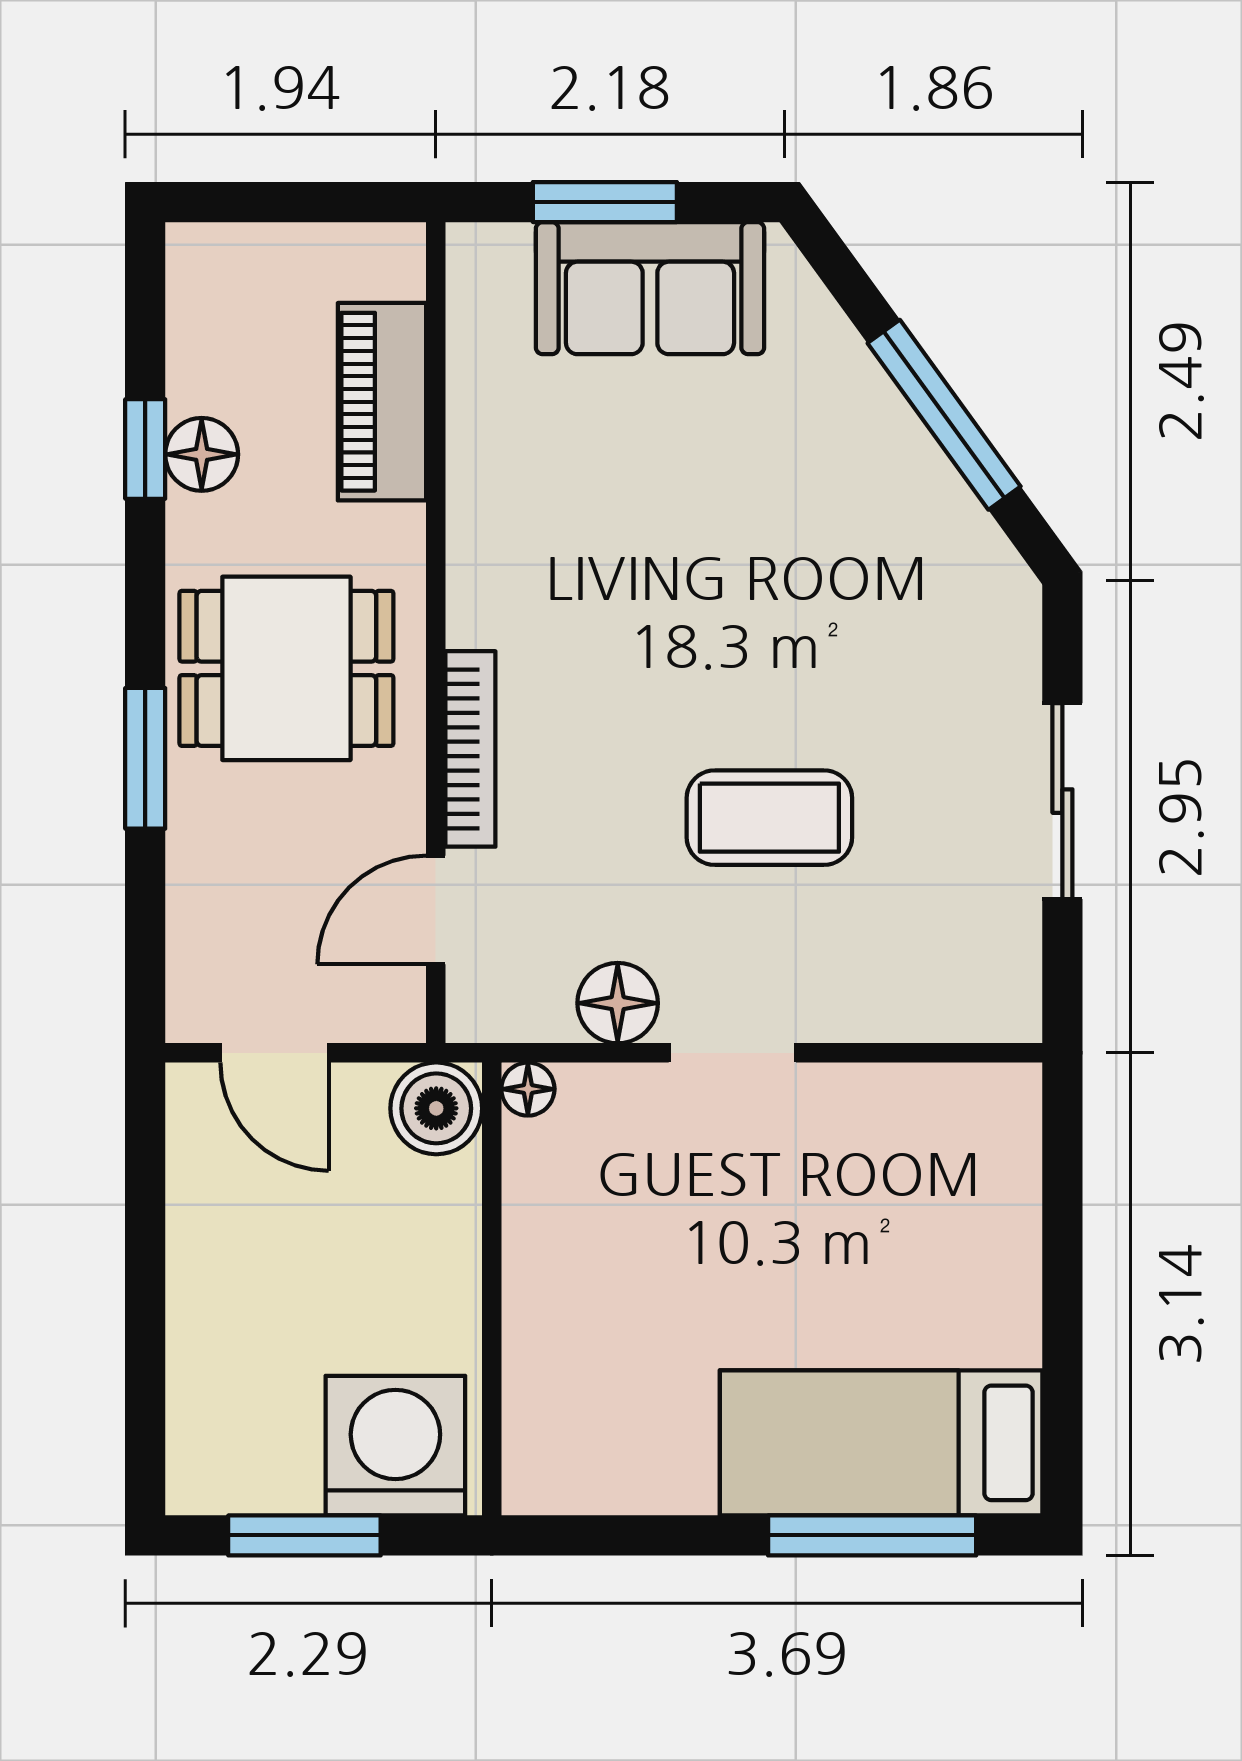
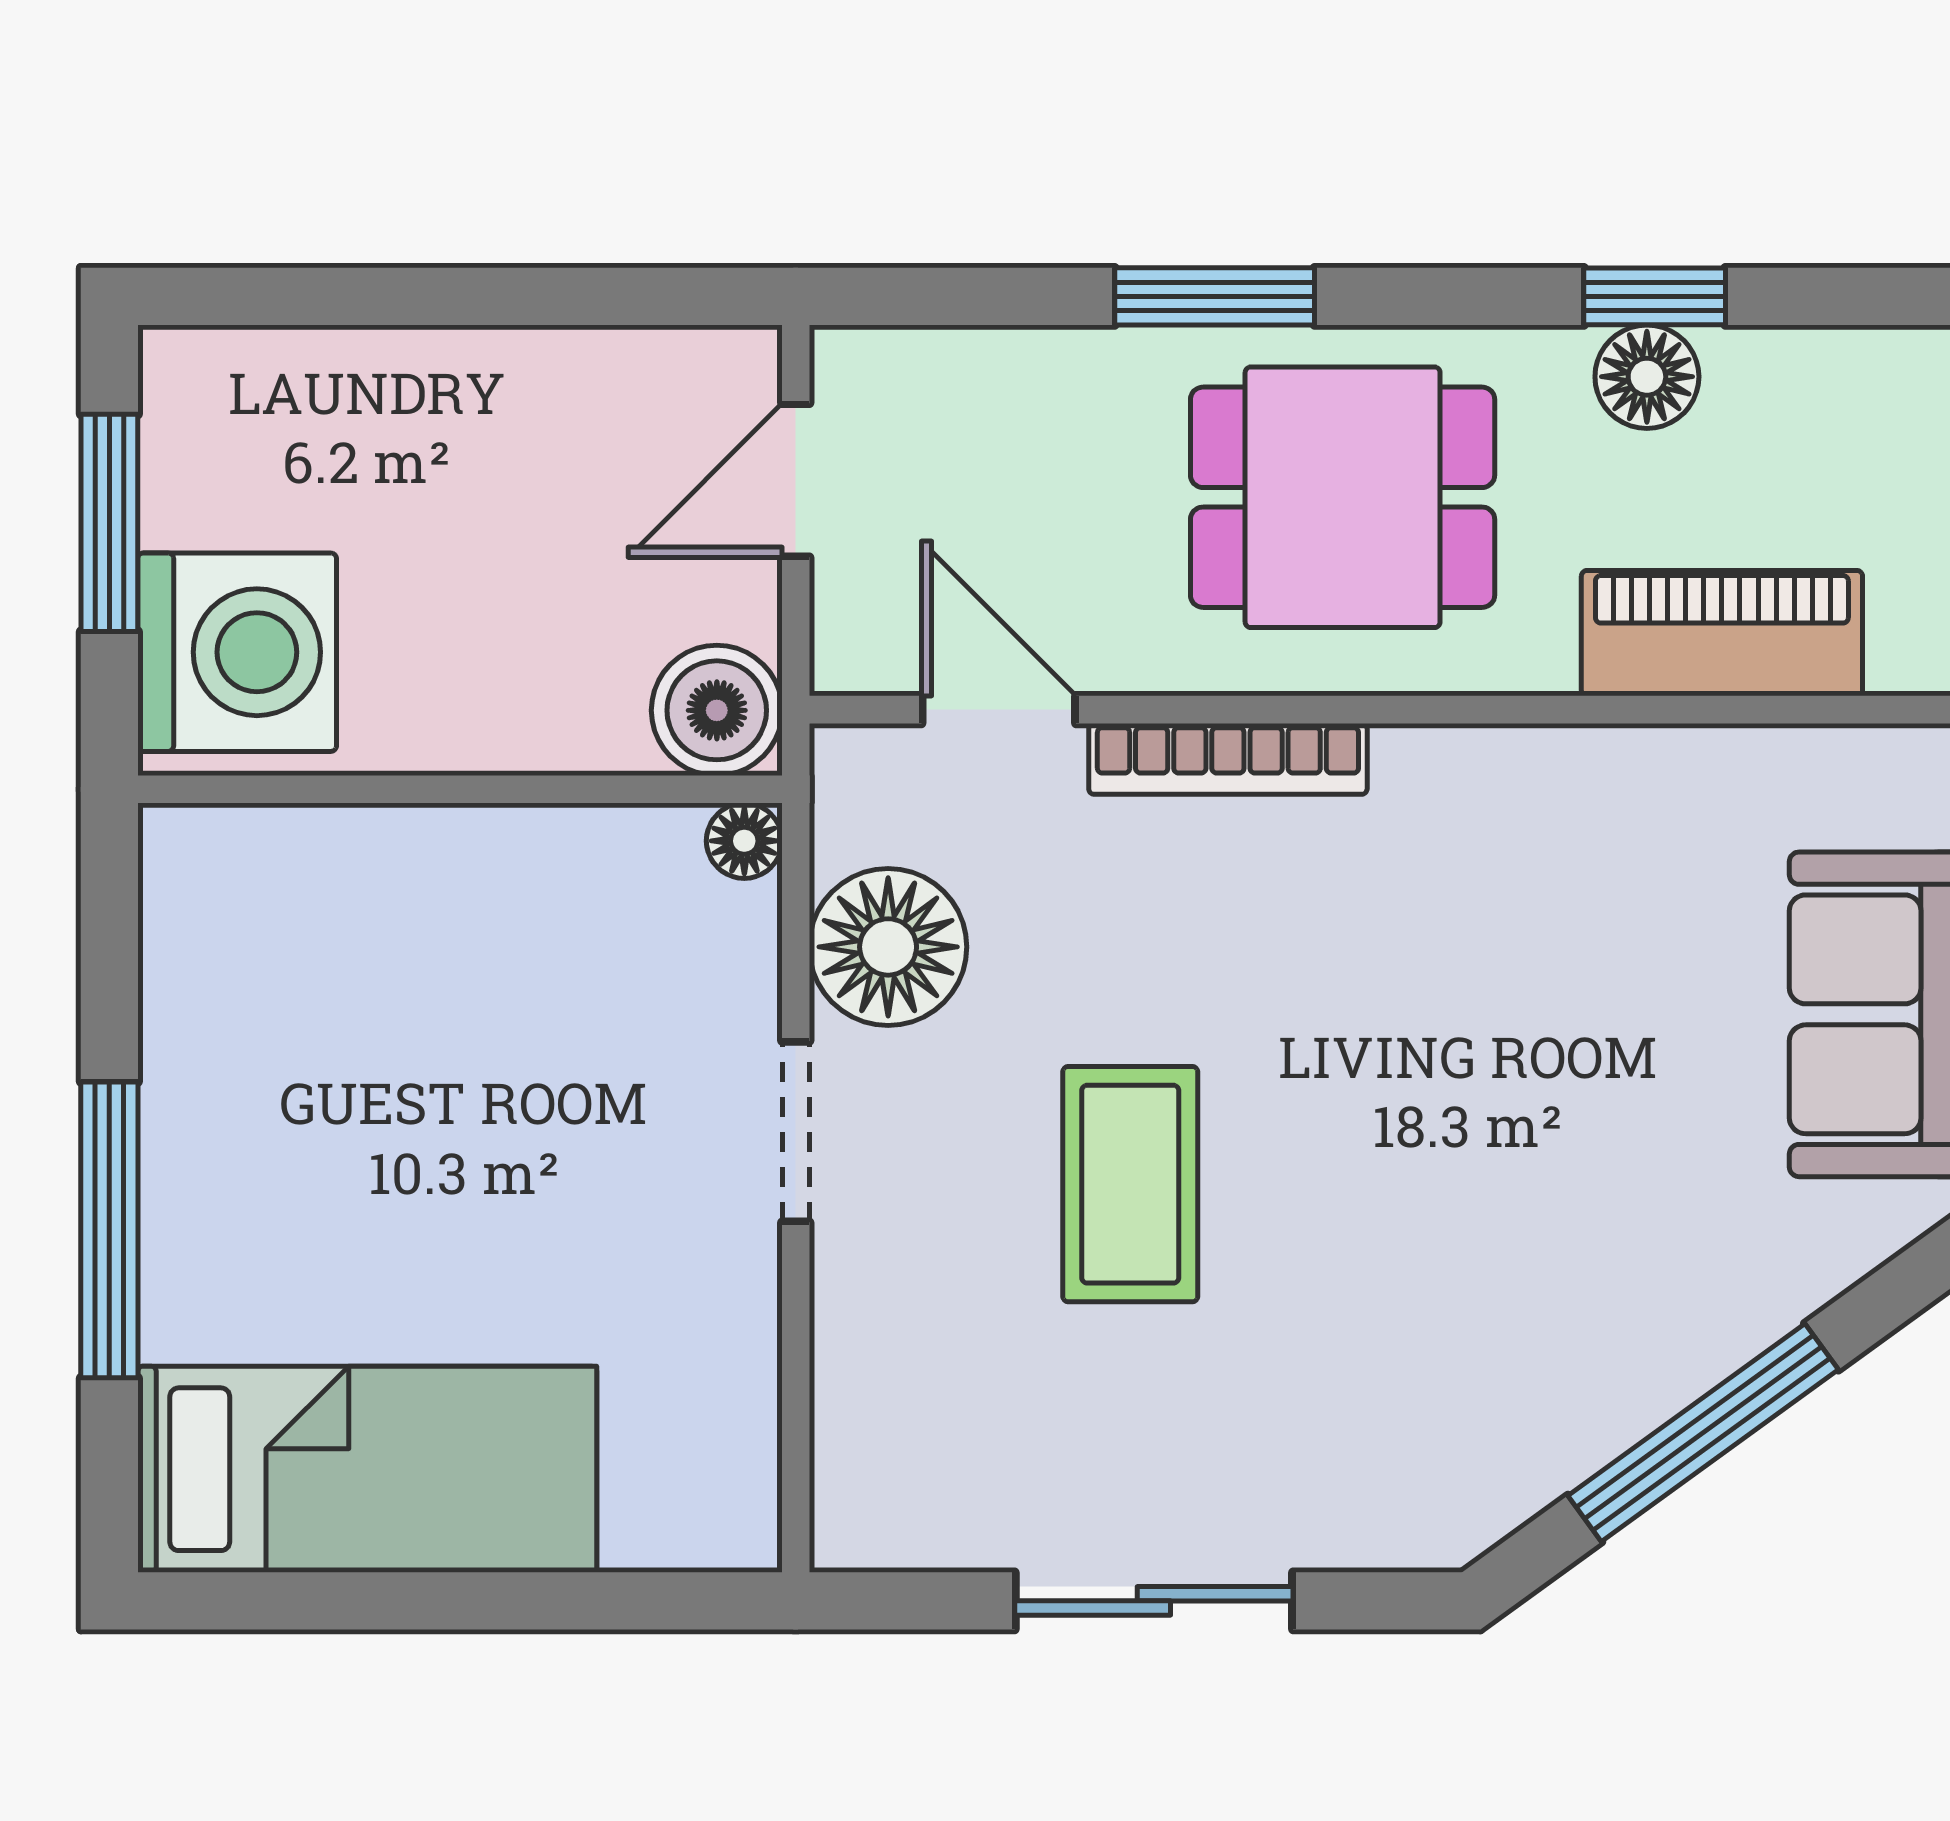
dining table: (286, 668) -> (1343, 497), turned 90
floor lamp: (618, 1003) -> (888, 947), width x1.38, depth x1.38
bed: (881, 1443) -> (367, 1469), moved, turned 90
window: (872, 1535) -> (109, 1230), moved

